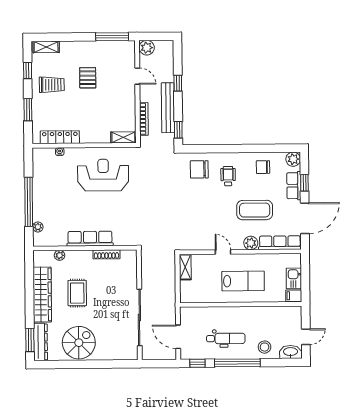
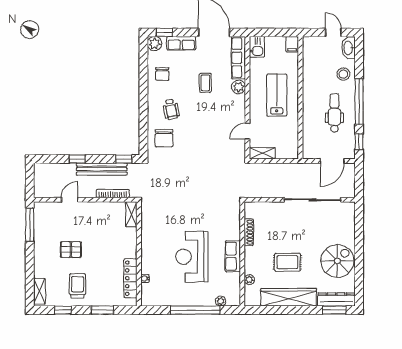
plant: (147, 48) -> (41, 190), removed
reception desk: (103, 175) -> (192, 257), moved
wheelchair: (228, 176) -> (171, 109), turned -101
window: (304, 183) -> (164, 32), moved
coffee table: (255, 210) -> (205, 83), width x0.54, depth x0.58
row of seats: (90, 239) -> (233, 256), width x0.68
door: (223, 252) -> (247, 131), moved
kitchen sink: (294, 278) -> (257, 47), moved, turned -90
spiral stairs: (79, 343) -> (337, 261), turned 90

